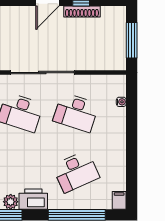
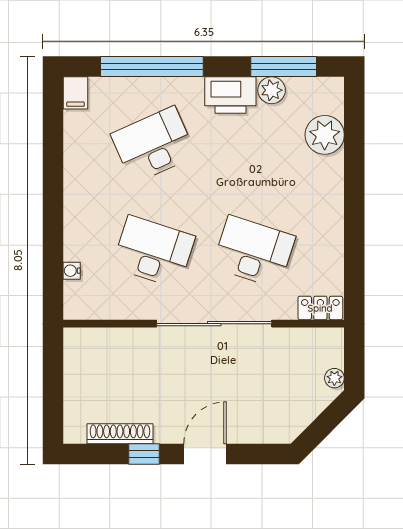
shoe rack: (82, 12) -> (120, 434), moved
window: (132, 40) -> (53, 382), removed

